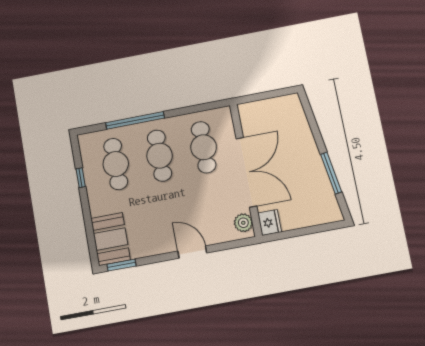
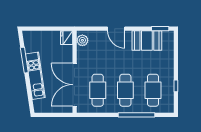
kitchen unit: (308, 151) -> (35, 76), added
double door: (246, 172) -> (75, 85), moved
booth: (110, 239) -> (147, 40), moved, turned 90

